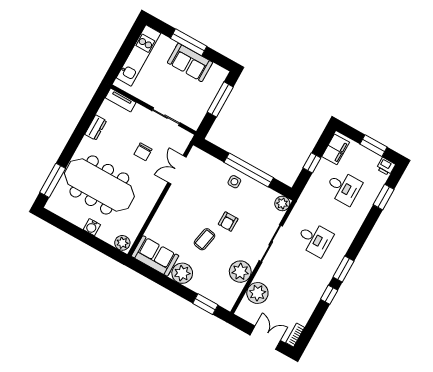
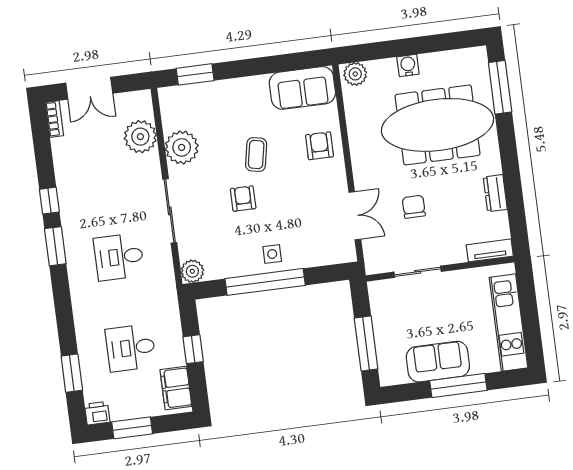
armchair: (168, 220) -> (319, 146), added
plant: (182, 273) -> (253, 92), removed

